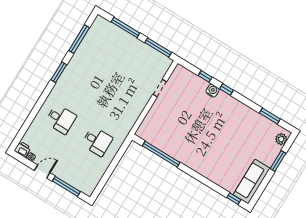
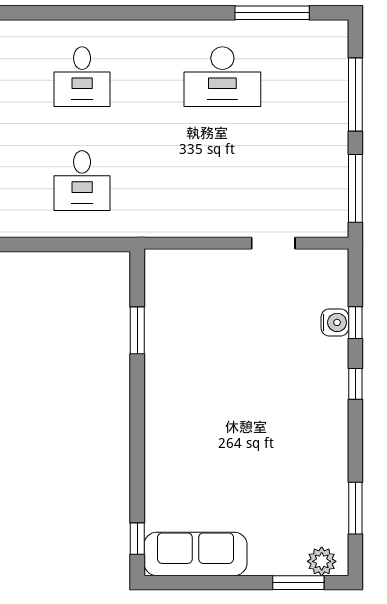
desk: (91, 70) -> (222, 77), added
window: (59, 72) -> (177, 13), removed
water cooler: (212, 91) -> (335, 322), moved
window: (161, 154) -> (137, 330), width x0.47
window: (278, 161) -> (298, 583), moved

